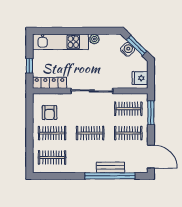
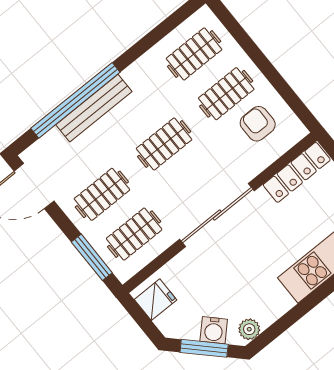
plant: (94, 39) -> (249, 329), moved
bench: (110, 167) -> (94, 108), width x1.36

